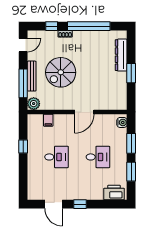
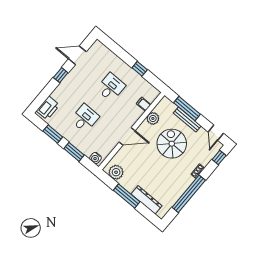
window: (52, 26) -> (219, 158), moved
window: (131, 73) -> (127, 196), width x1.44
plant: (120, 97) -> (116, 172), added
plant: (34, 104) -> (153, 118), moved
door: (84, 112) -> (127, 136), swing flipped
desk: (56, 157) -> (111, 87), turned 180
desk: (98, 157) -> (85, 118), turned 180

